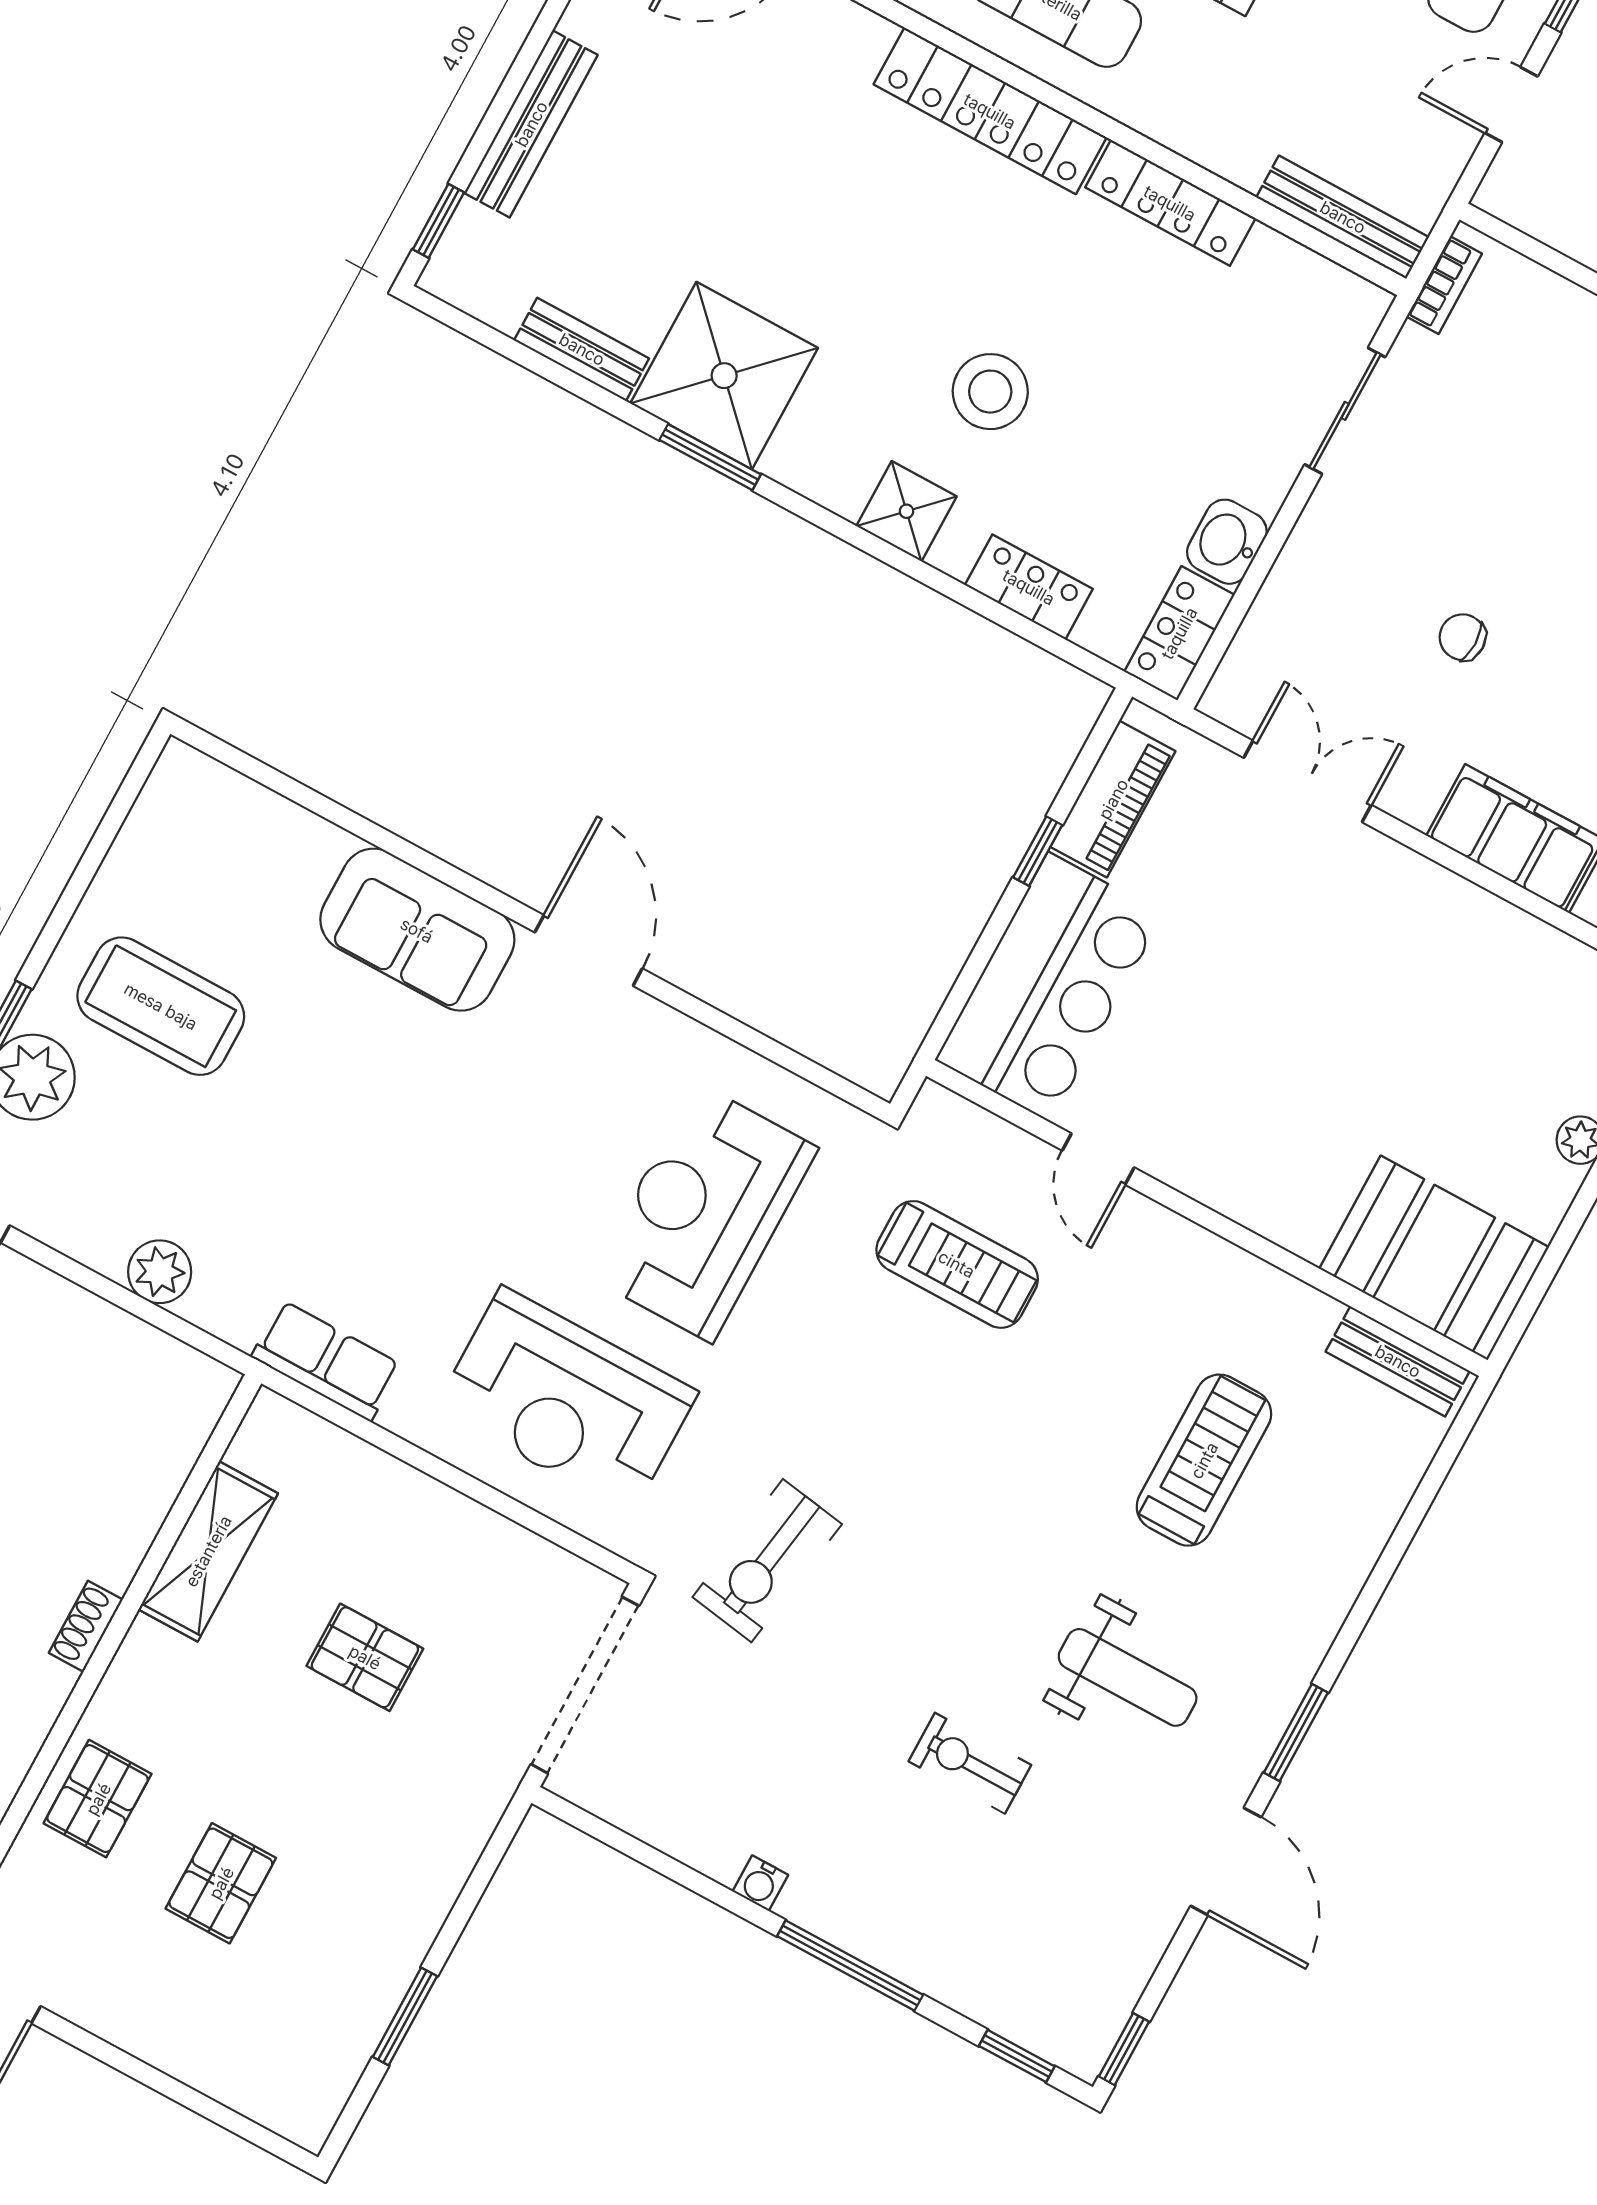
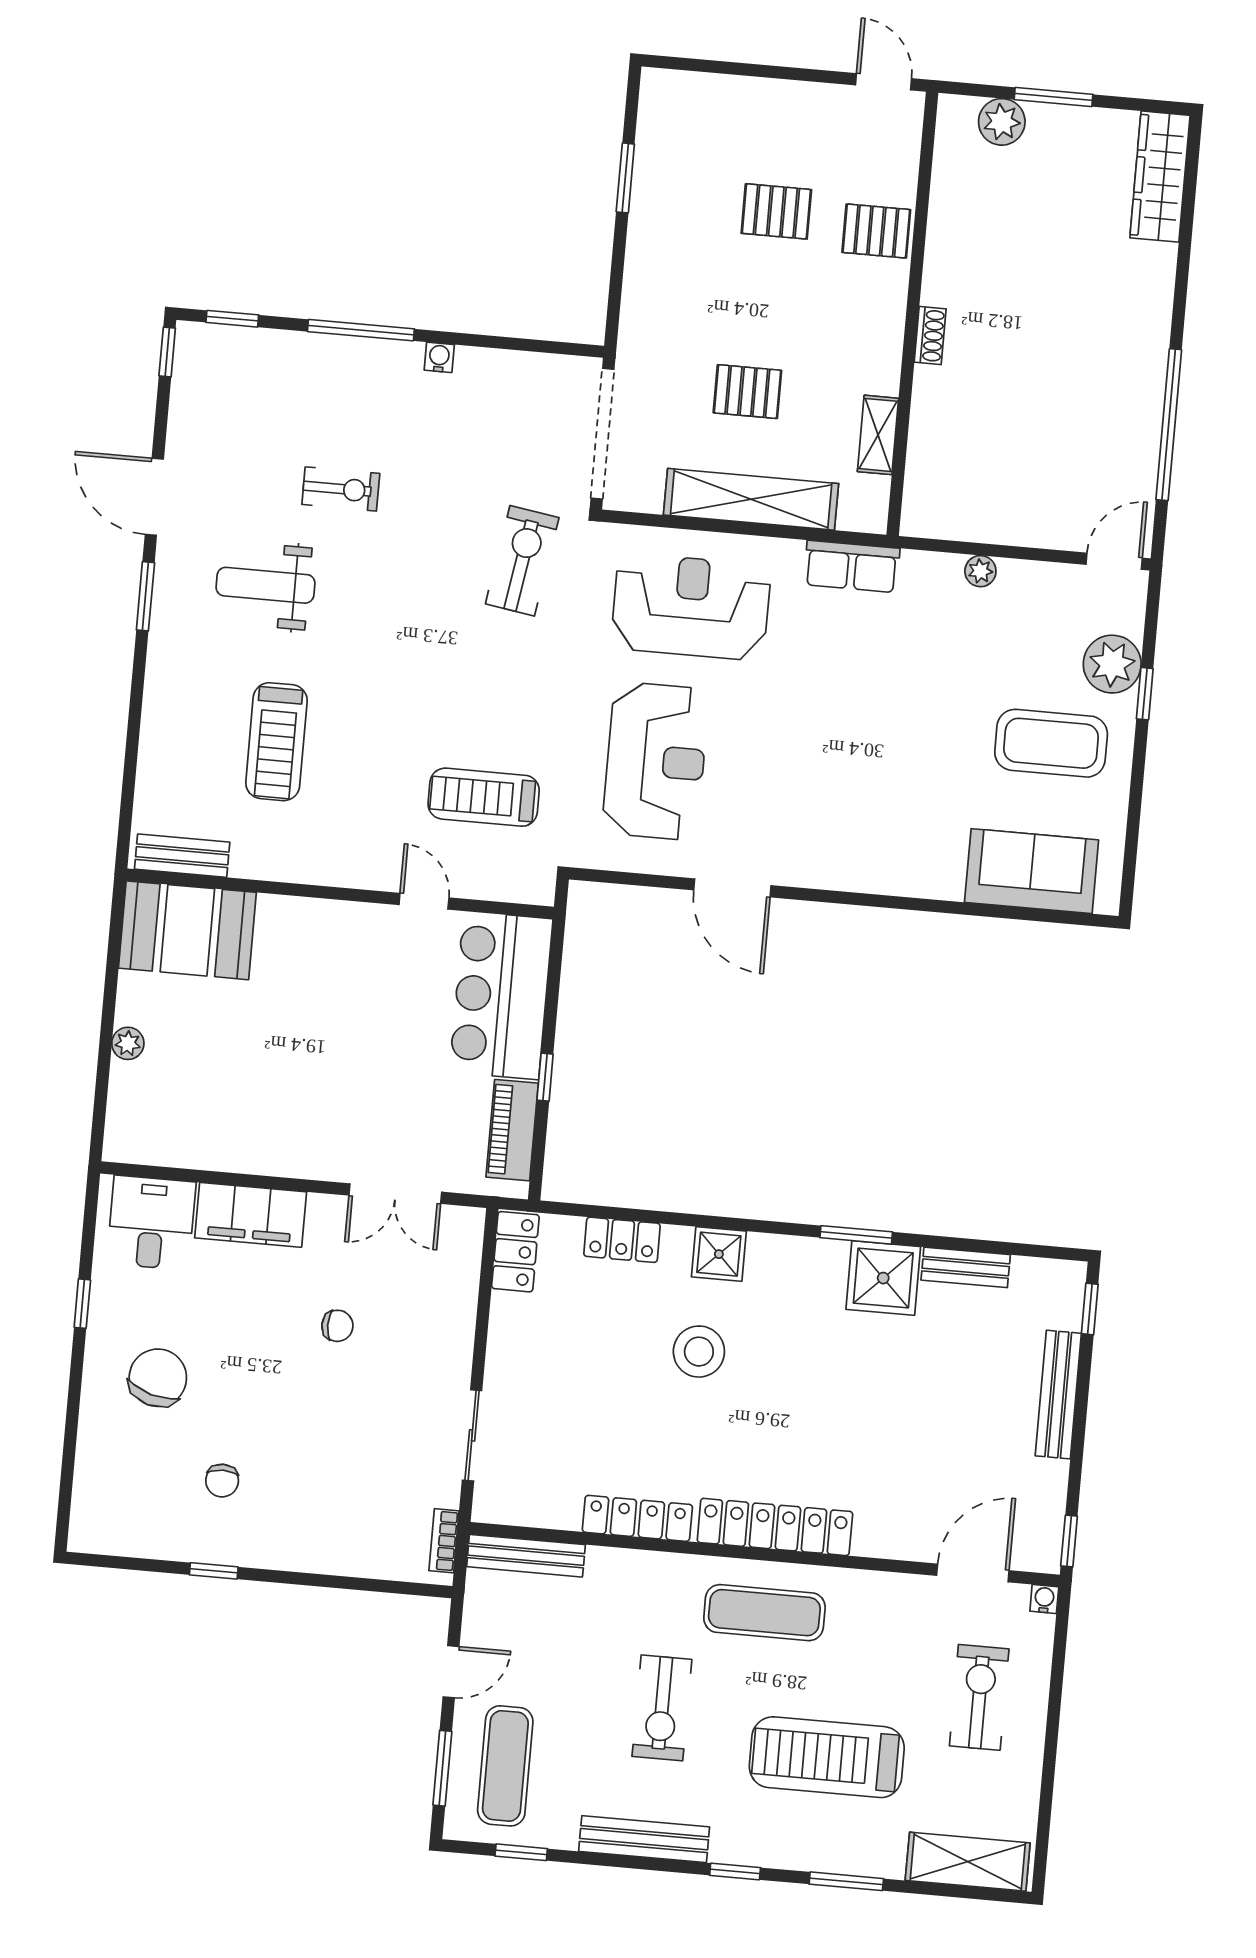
shower: (724, 376) -> (883, 1278), width x0.73, depth x0.73
washbasin: (1227, 542) -> (510, 1322), removed
sofa: (417, 930) -> (1032, 871), moved
door: (589, 950) -> (732, 888), moved
plant: (160, 1272) -> (980, 571), width x0.73, depth x0.73
shelving: (423, 1510) -> (751, 499), added
shelving: (208, 1551) -> (878, 435), width x0.67, depth x0.75
pallet: (98, 1799) -> (876, 231), turned 90
pallet: (221, 1883) -> (776, 211), turned 90

